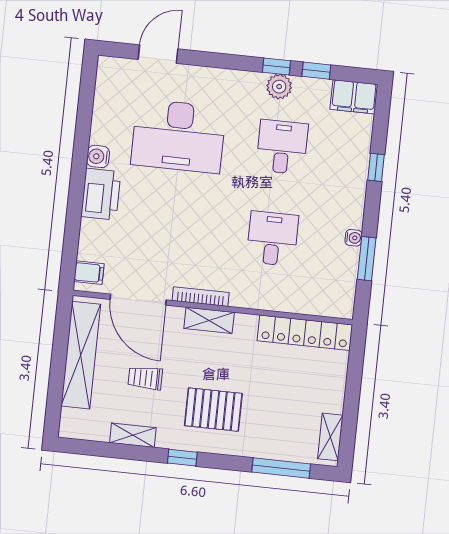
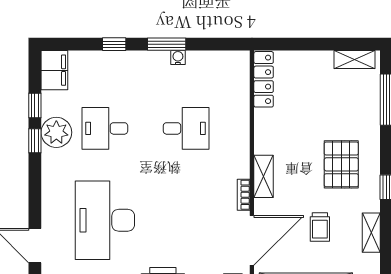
plant: (279, 87) -> (56, 132), width x1.36, depth x1.36
desk: (178, 136) -> (105, 220), turned 180
desk: (272, 239) -> (186, 128), turned 180
window: (367, 259) -> (167, 44), moved
bookcase: (201, 297) -> (244, 195), width x0.64
locker: (305, 333) -> (264, 79), width x0.71, depth x0.83

